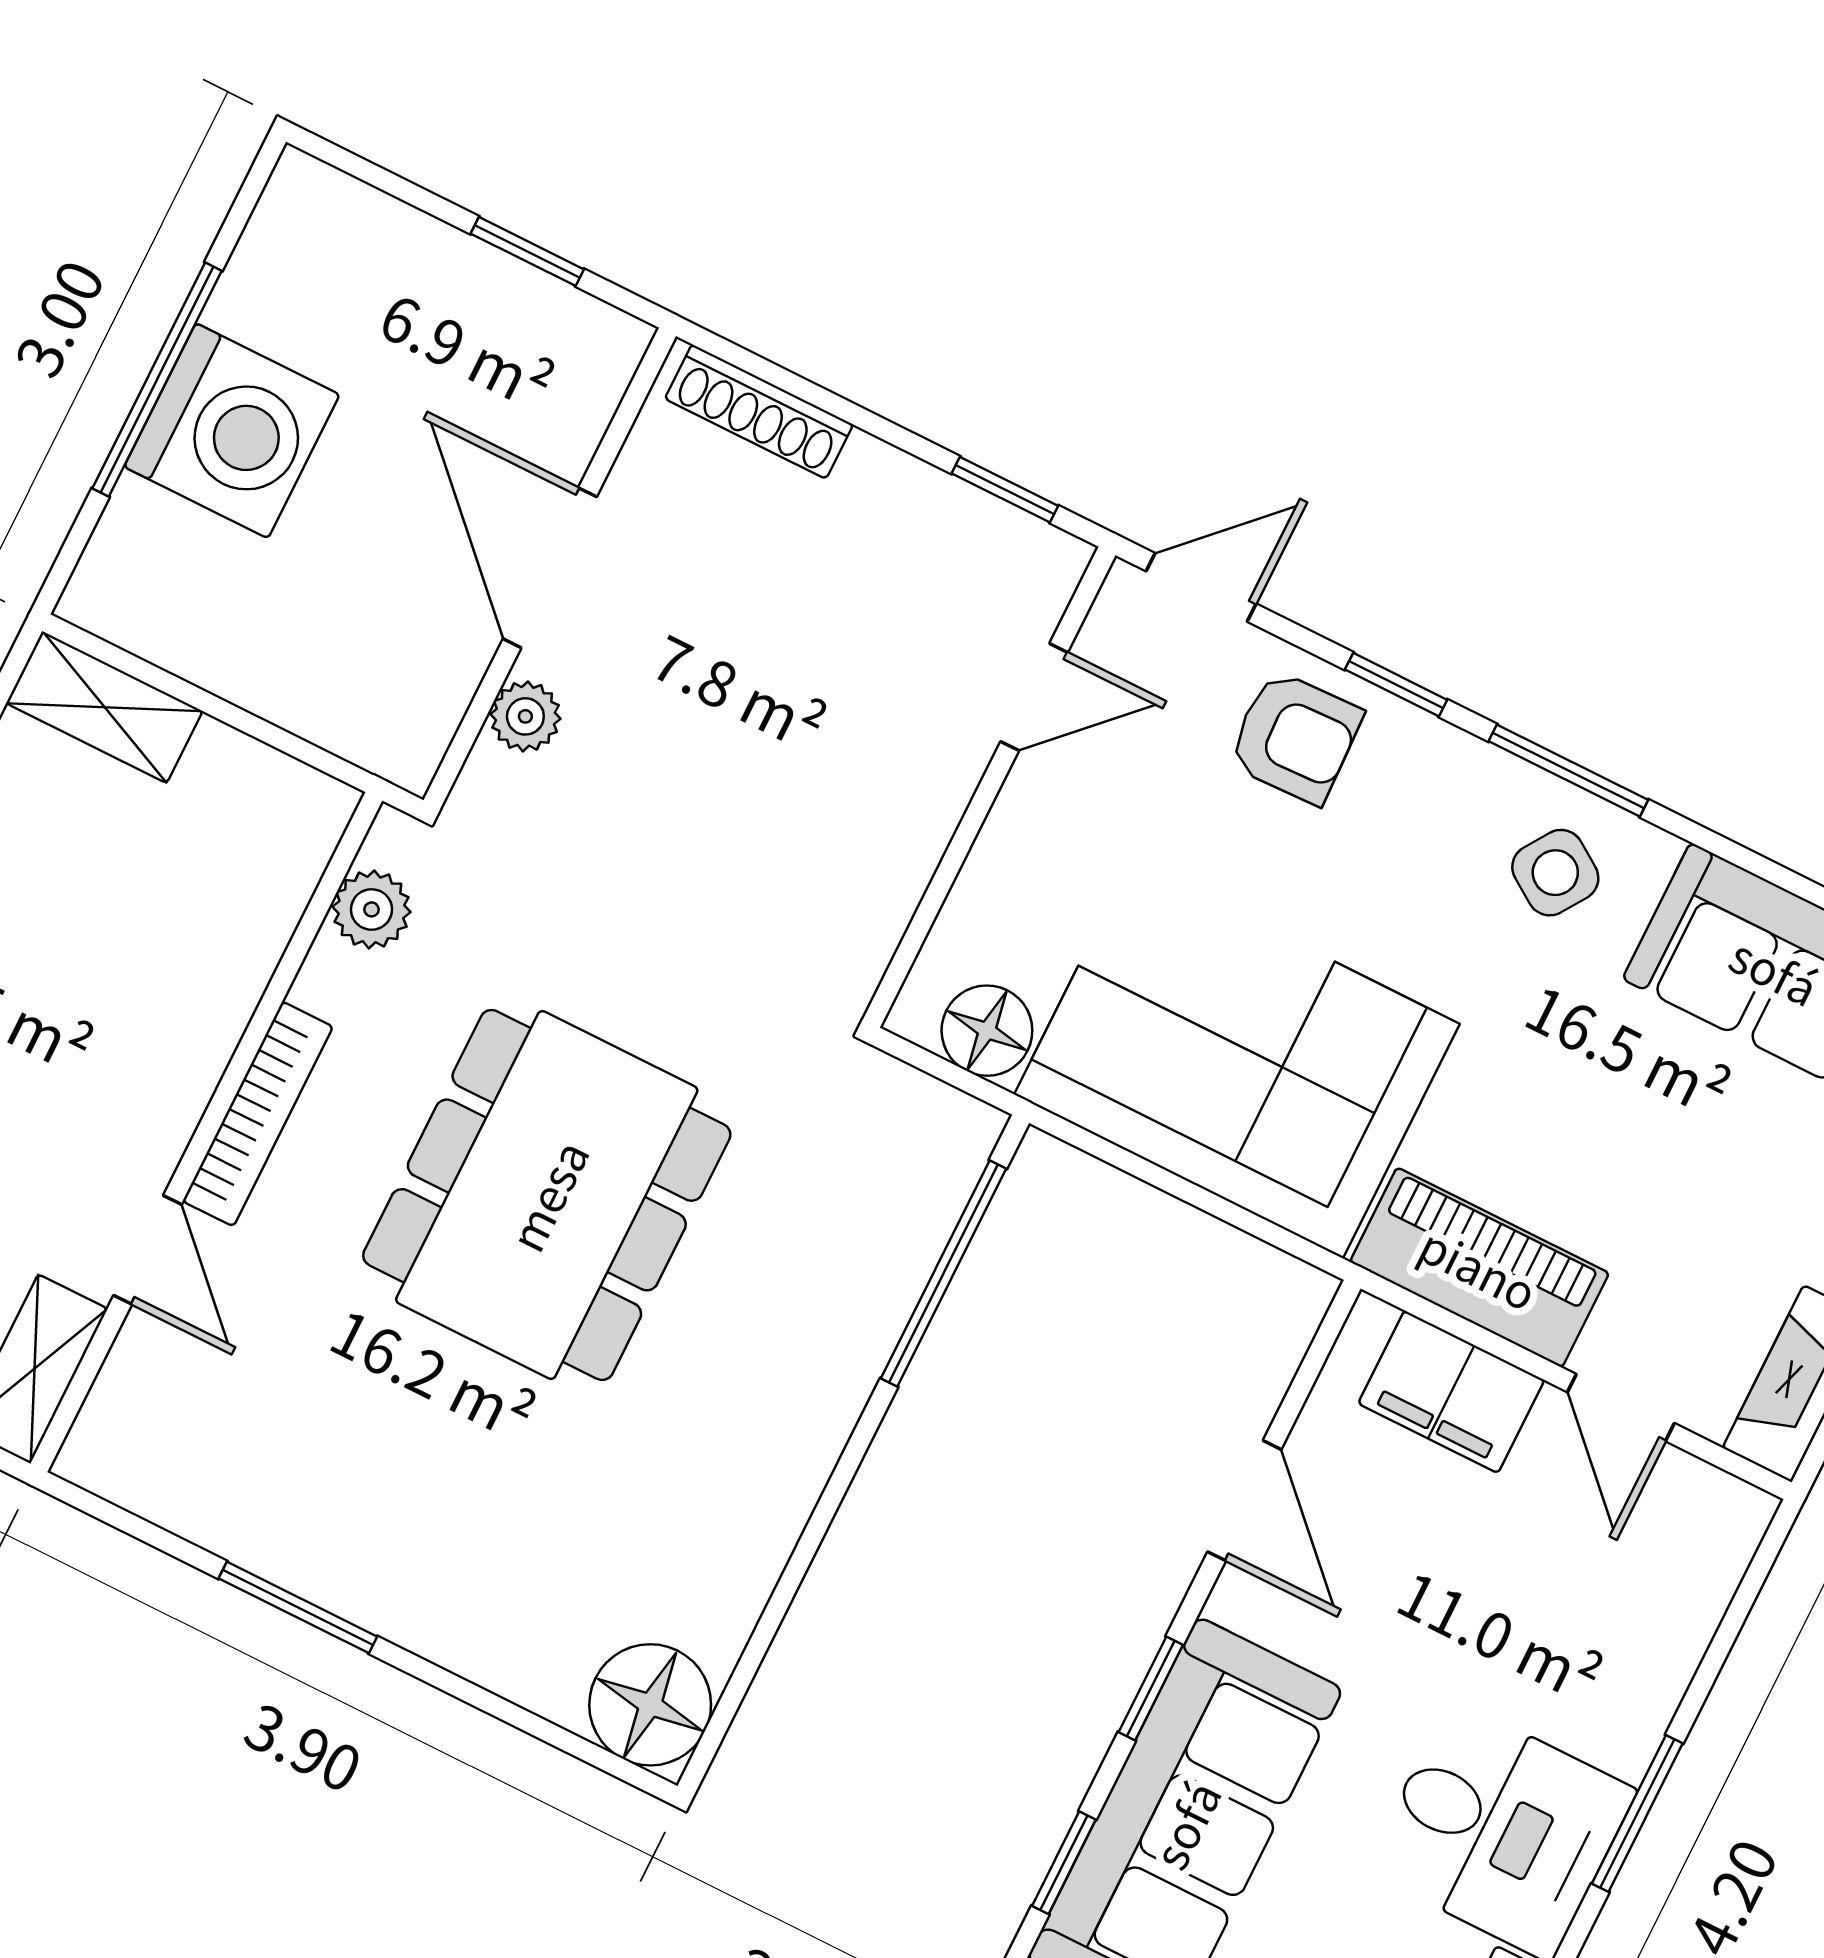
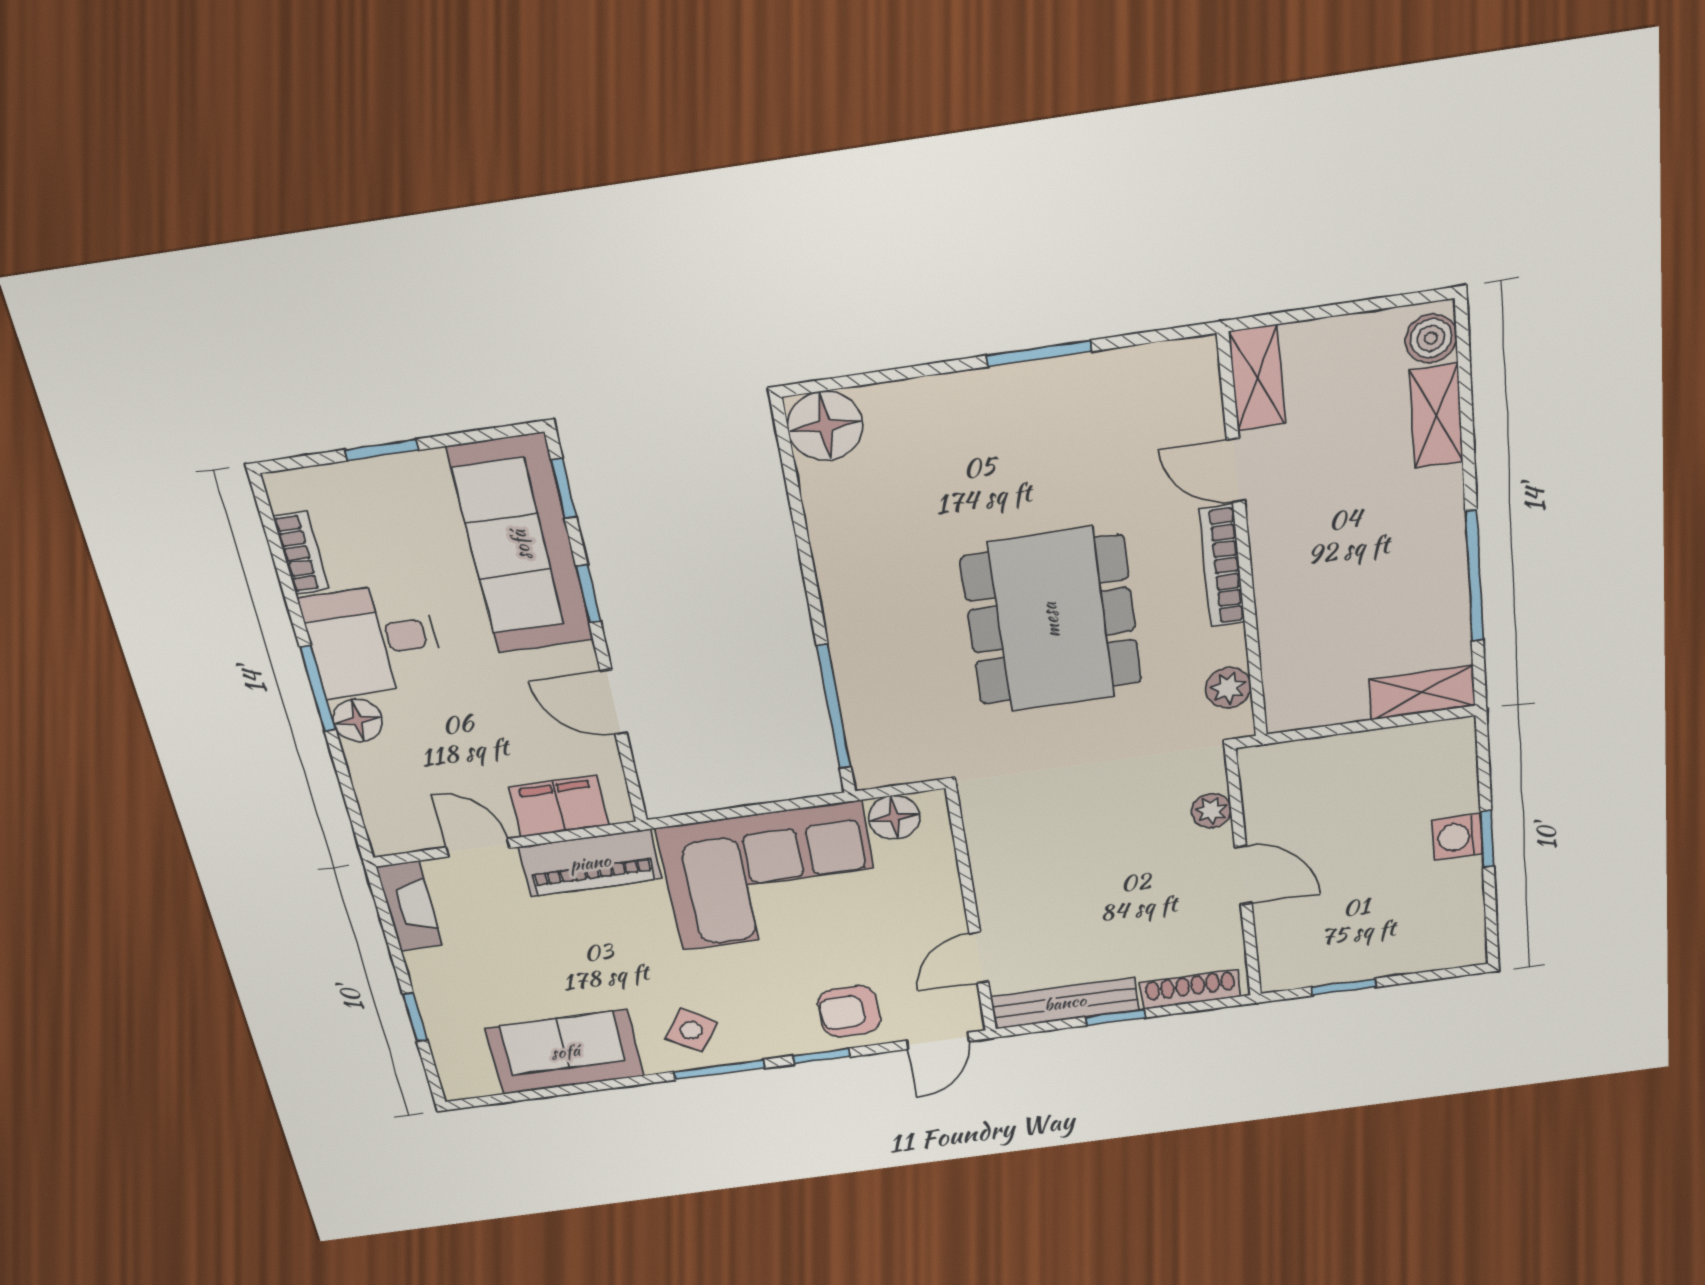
window: (157, 380) -> (1487, 839), width x0.46
washing machine: (232, 431) -> (1458, 837), width x0.53, depth x0.53
window: (1005, 490) -> (1116, 1017), moved
bench: (963, 521) -> (1065, 1003), added
door: (550, 568) -> (1243, 875), width x0.73
floor lamp: (1623, 1727) -> (357, 720), added

